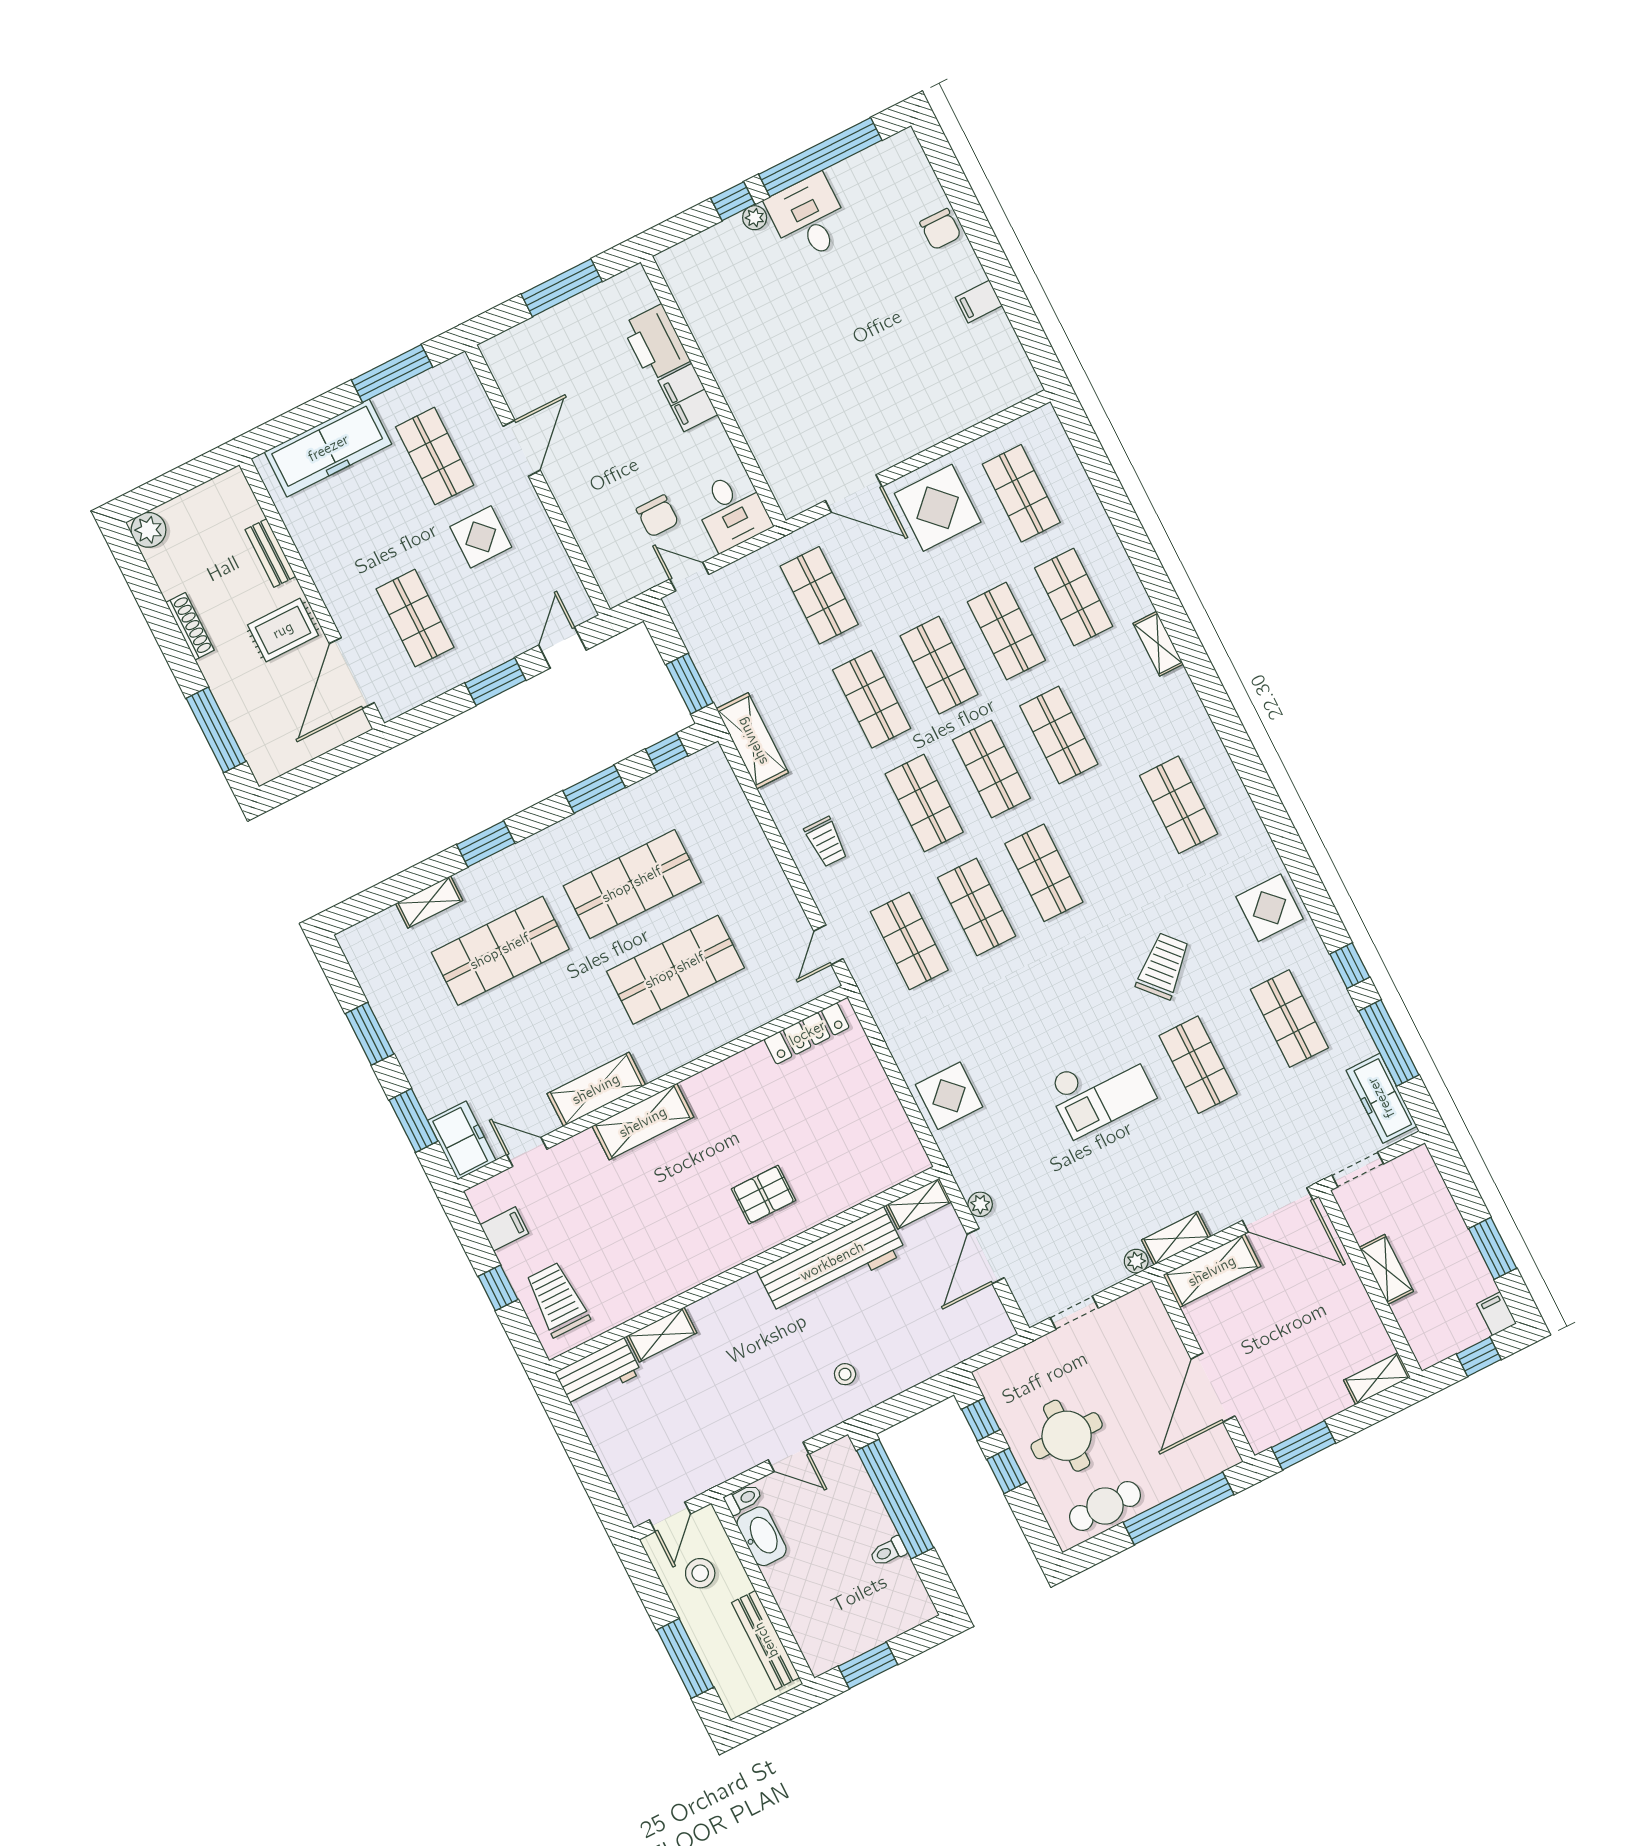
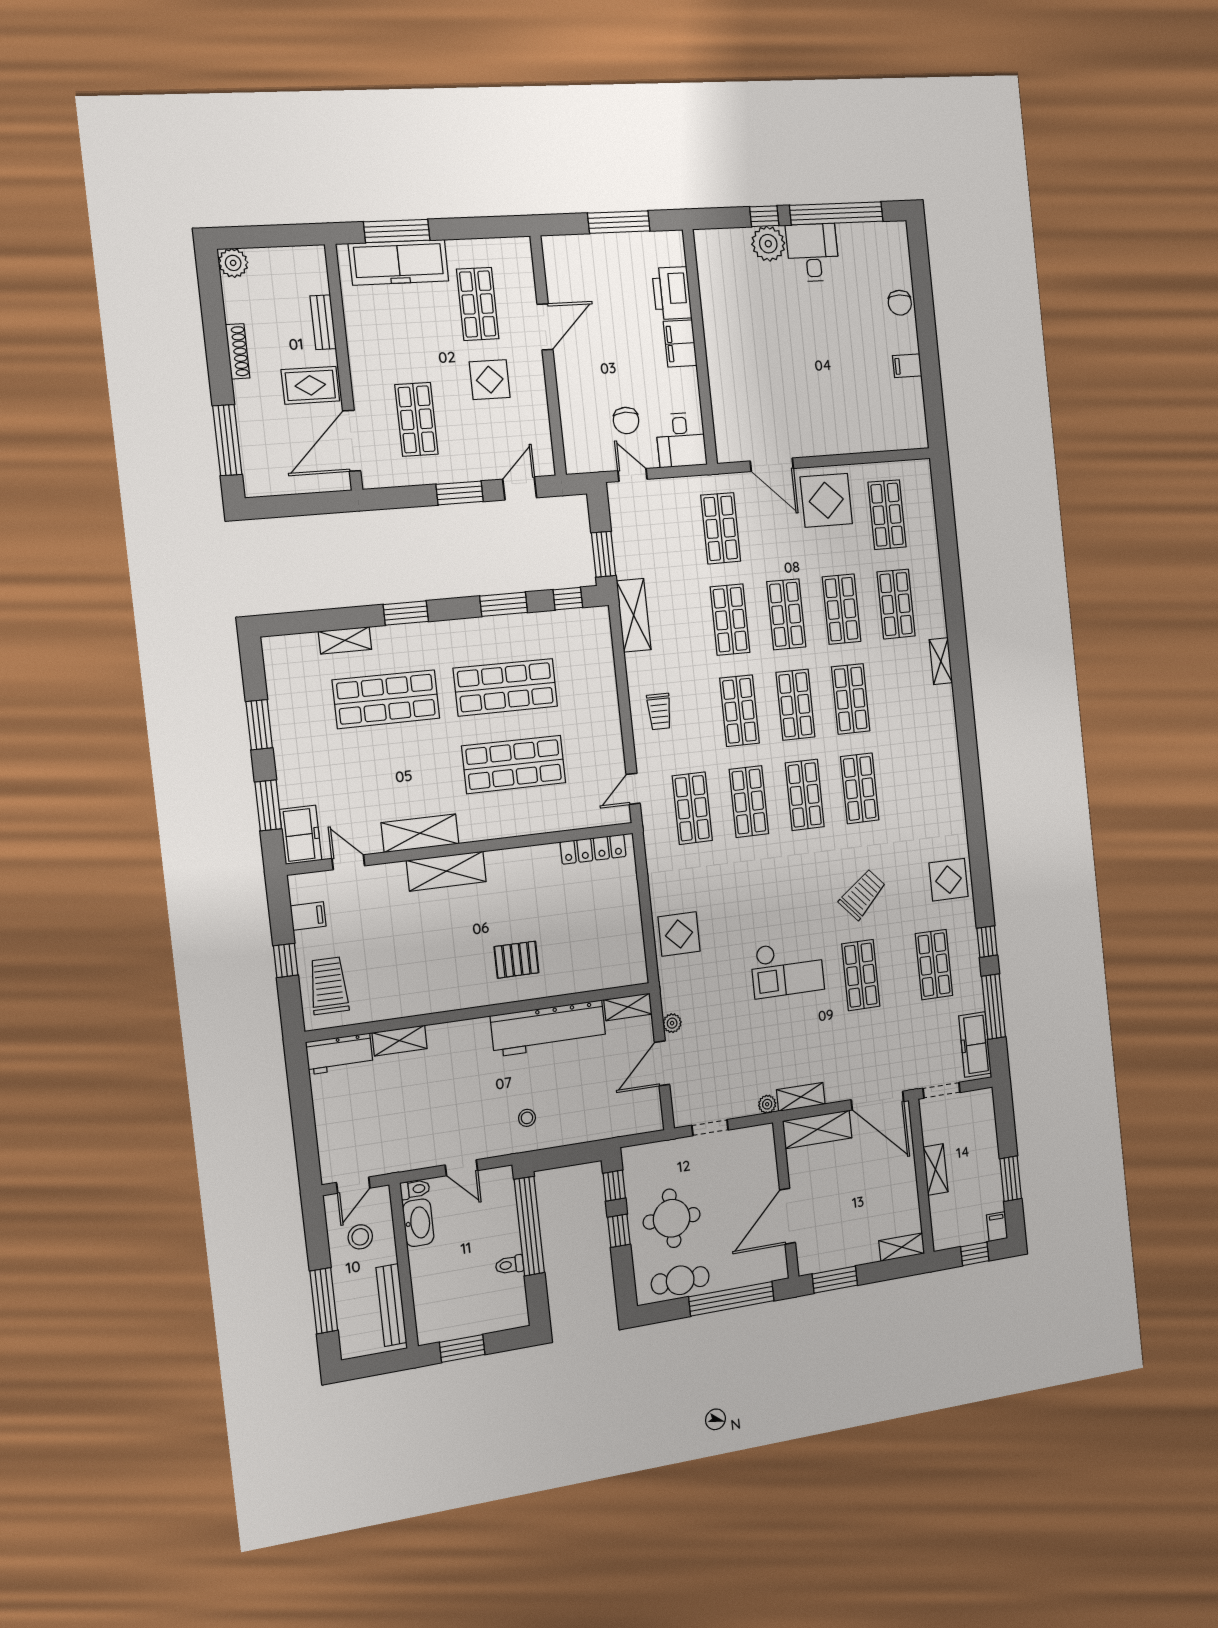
plant: (755, 218) -> (768, 244), width x1.87, depth x1.87
window: (392, 373) -> (397, 231), moved
shop shelf: (1179, 805) -> (860, 788), moved

